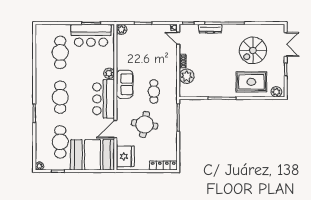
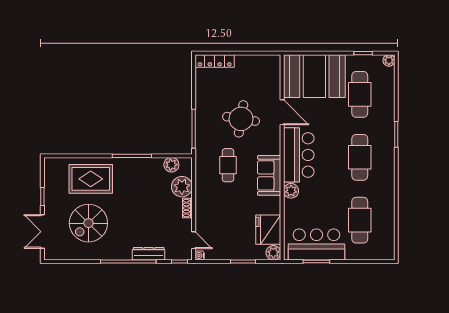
spiral stairs: (253, 50) -> (88, 223), turned 180
plant: (276, 92) -> (171, 165), moved
door: (115, 129) -> (282, 112), hinge flipped
fridge: (125, 156) -> (268, 230), moved

